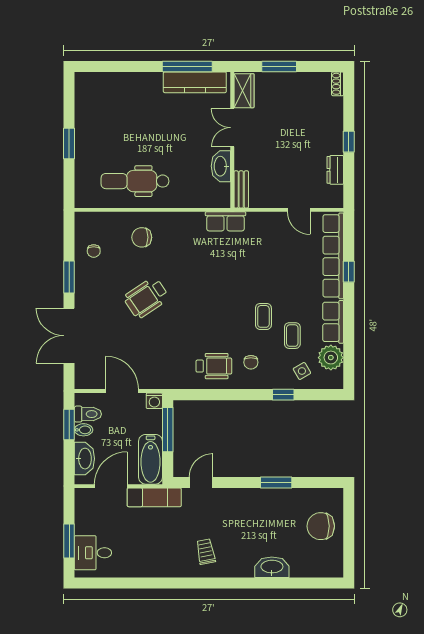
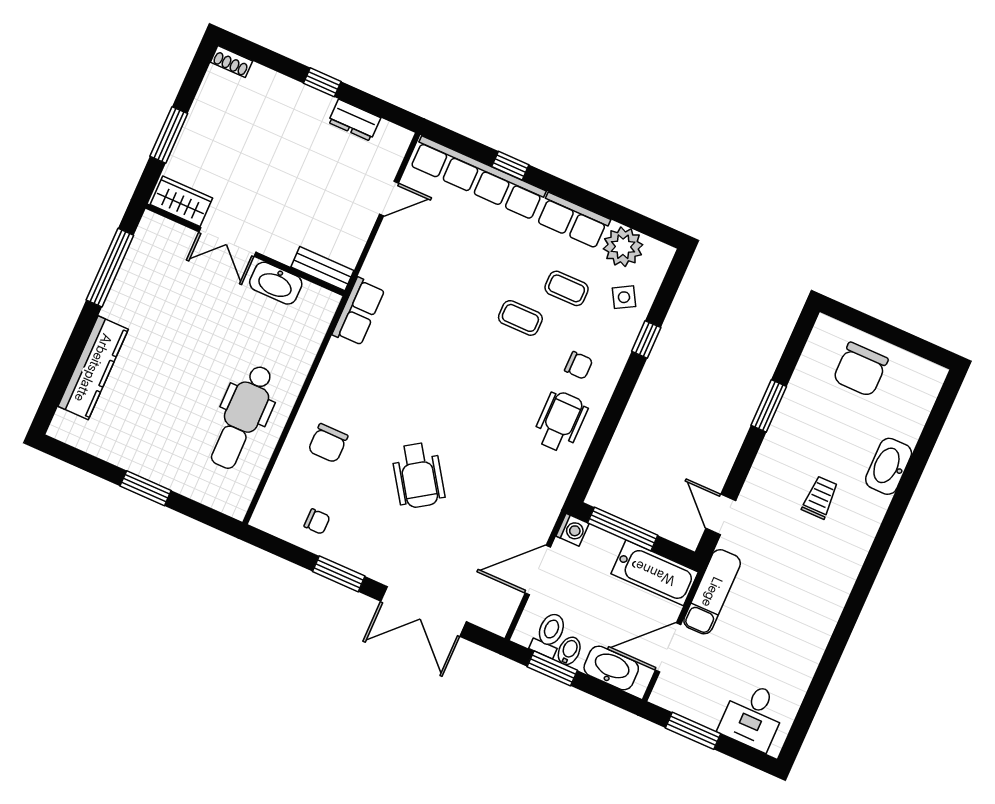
kitchen counter: (195, 82) -> (93, 368), moved
door: (111, 486) -> (668, 647), hinge flipped
window: (69, 541) -> (693, 731), moved
trolley: (206, 552) -> (820, 498), moved, turned 101

